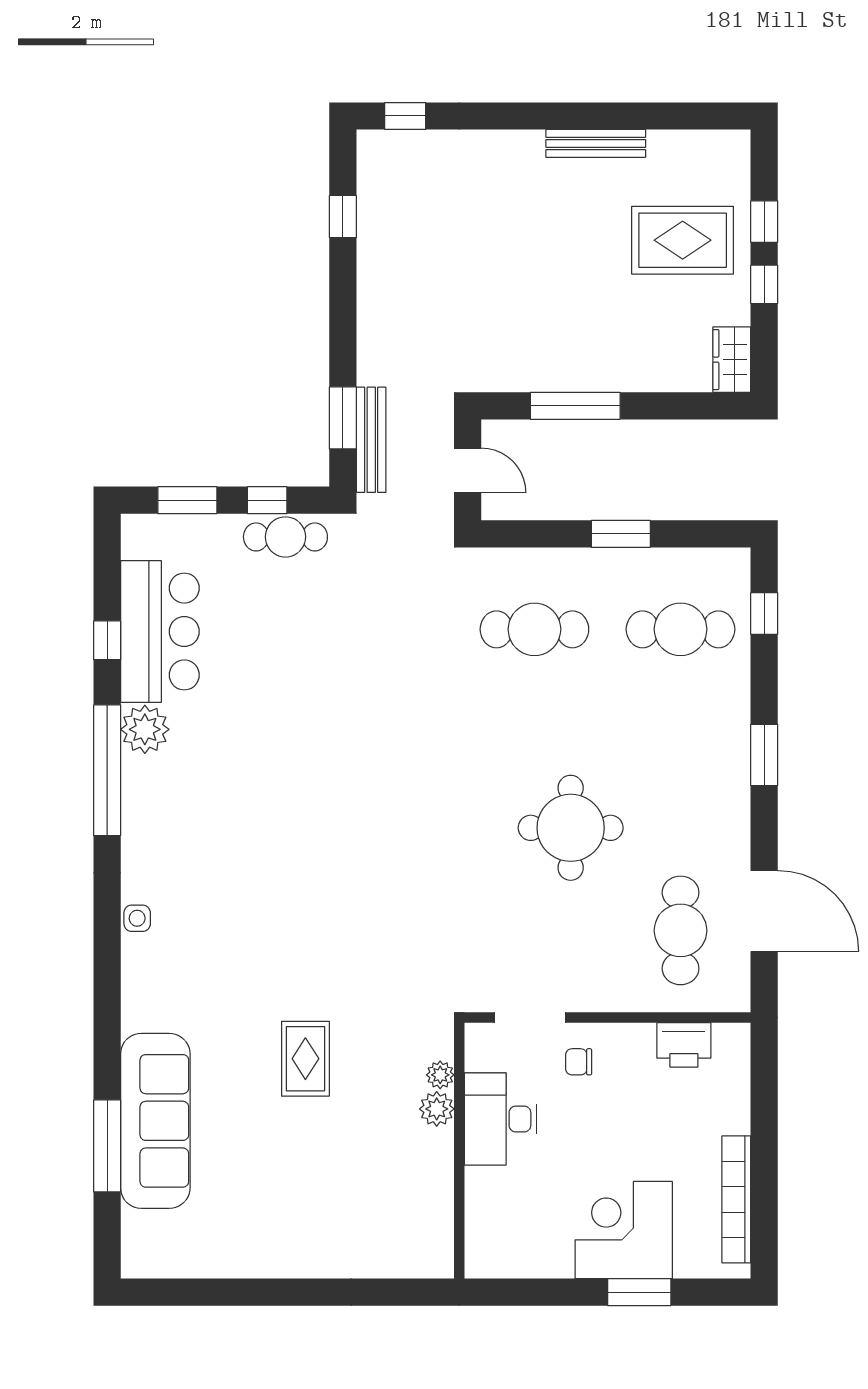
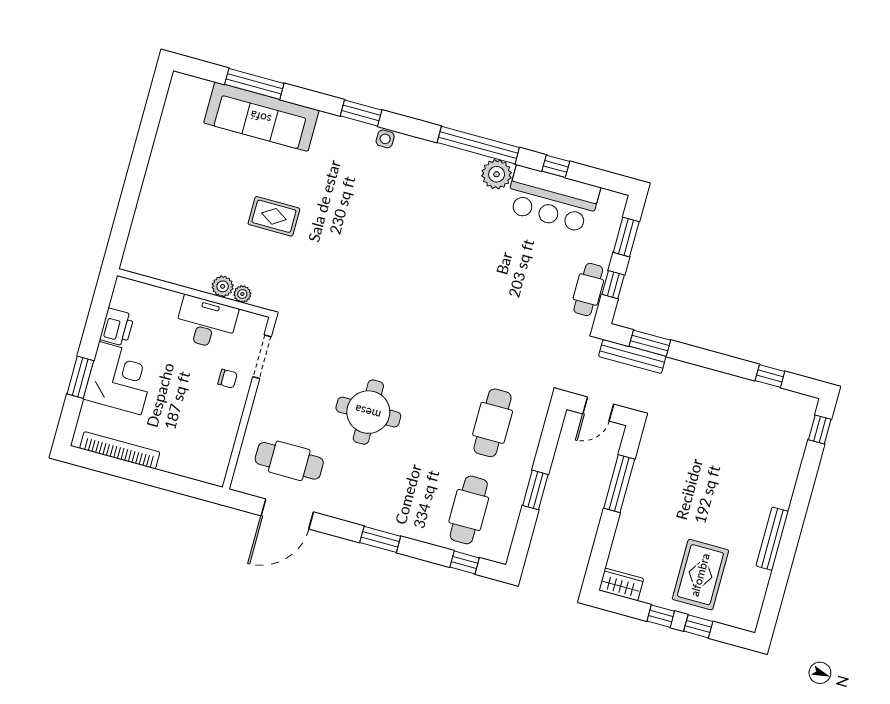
window: (107, 967) -> (361, 113), added
printer: (684, 1045) -> (117, 327), moved, turned 180
chair: (579, 1062) -> (228, 379), turned 90

